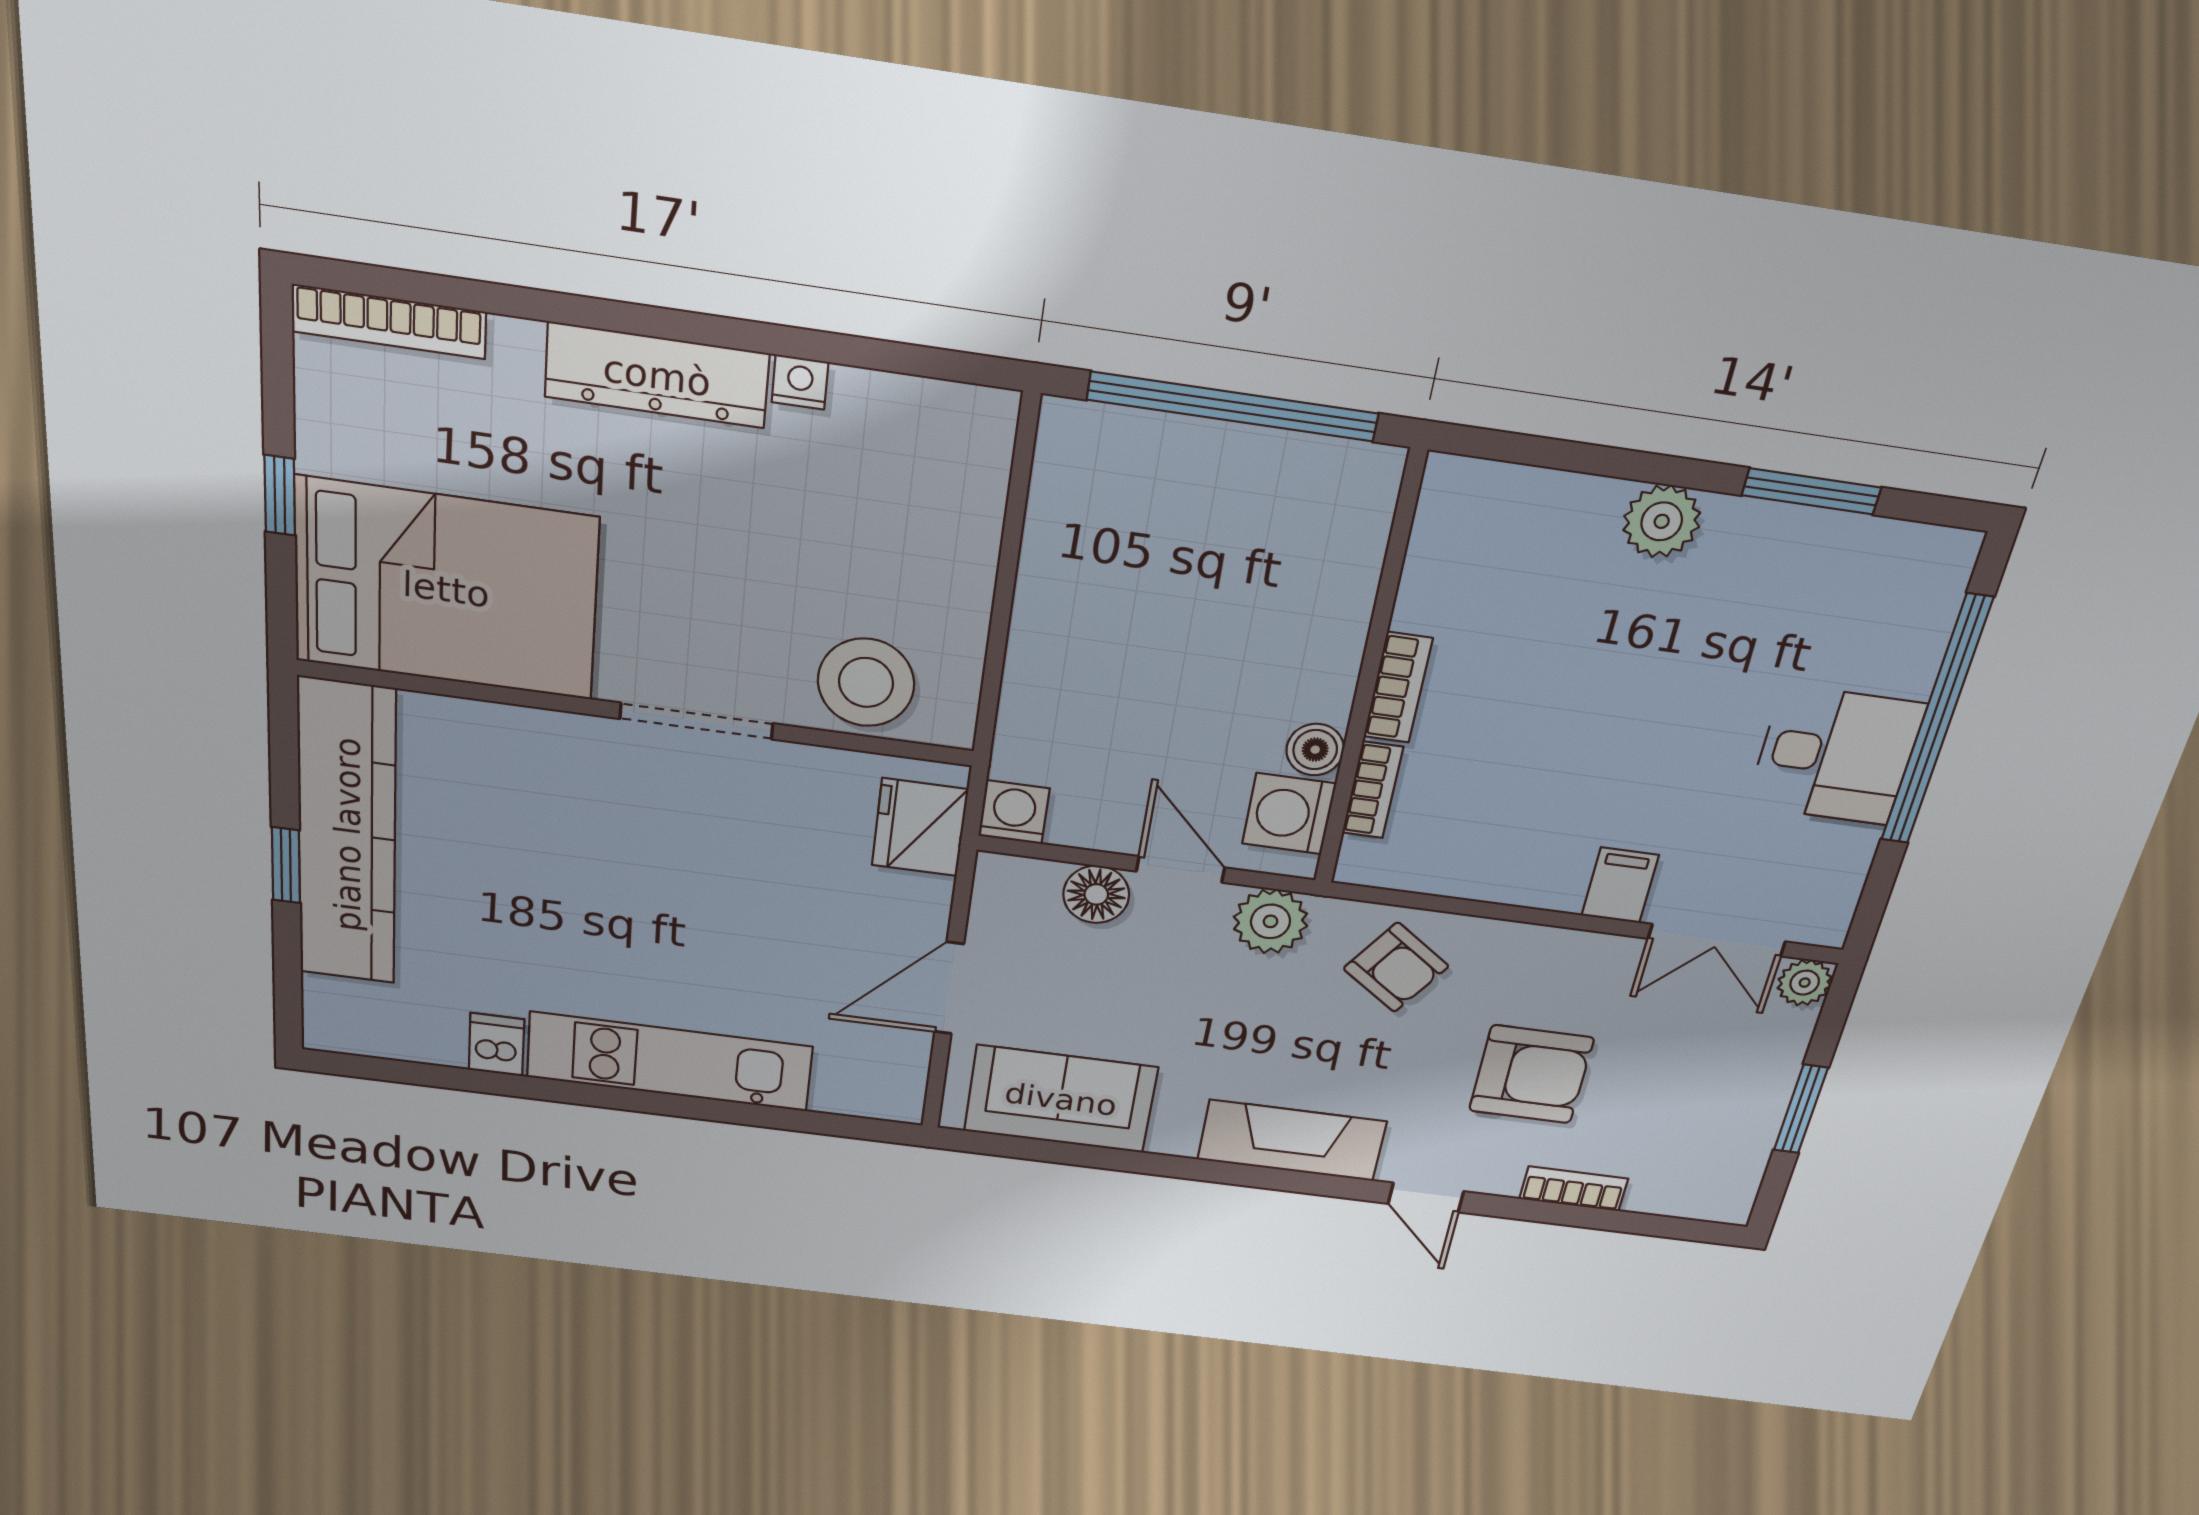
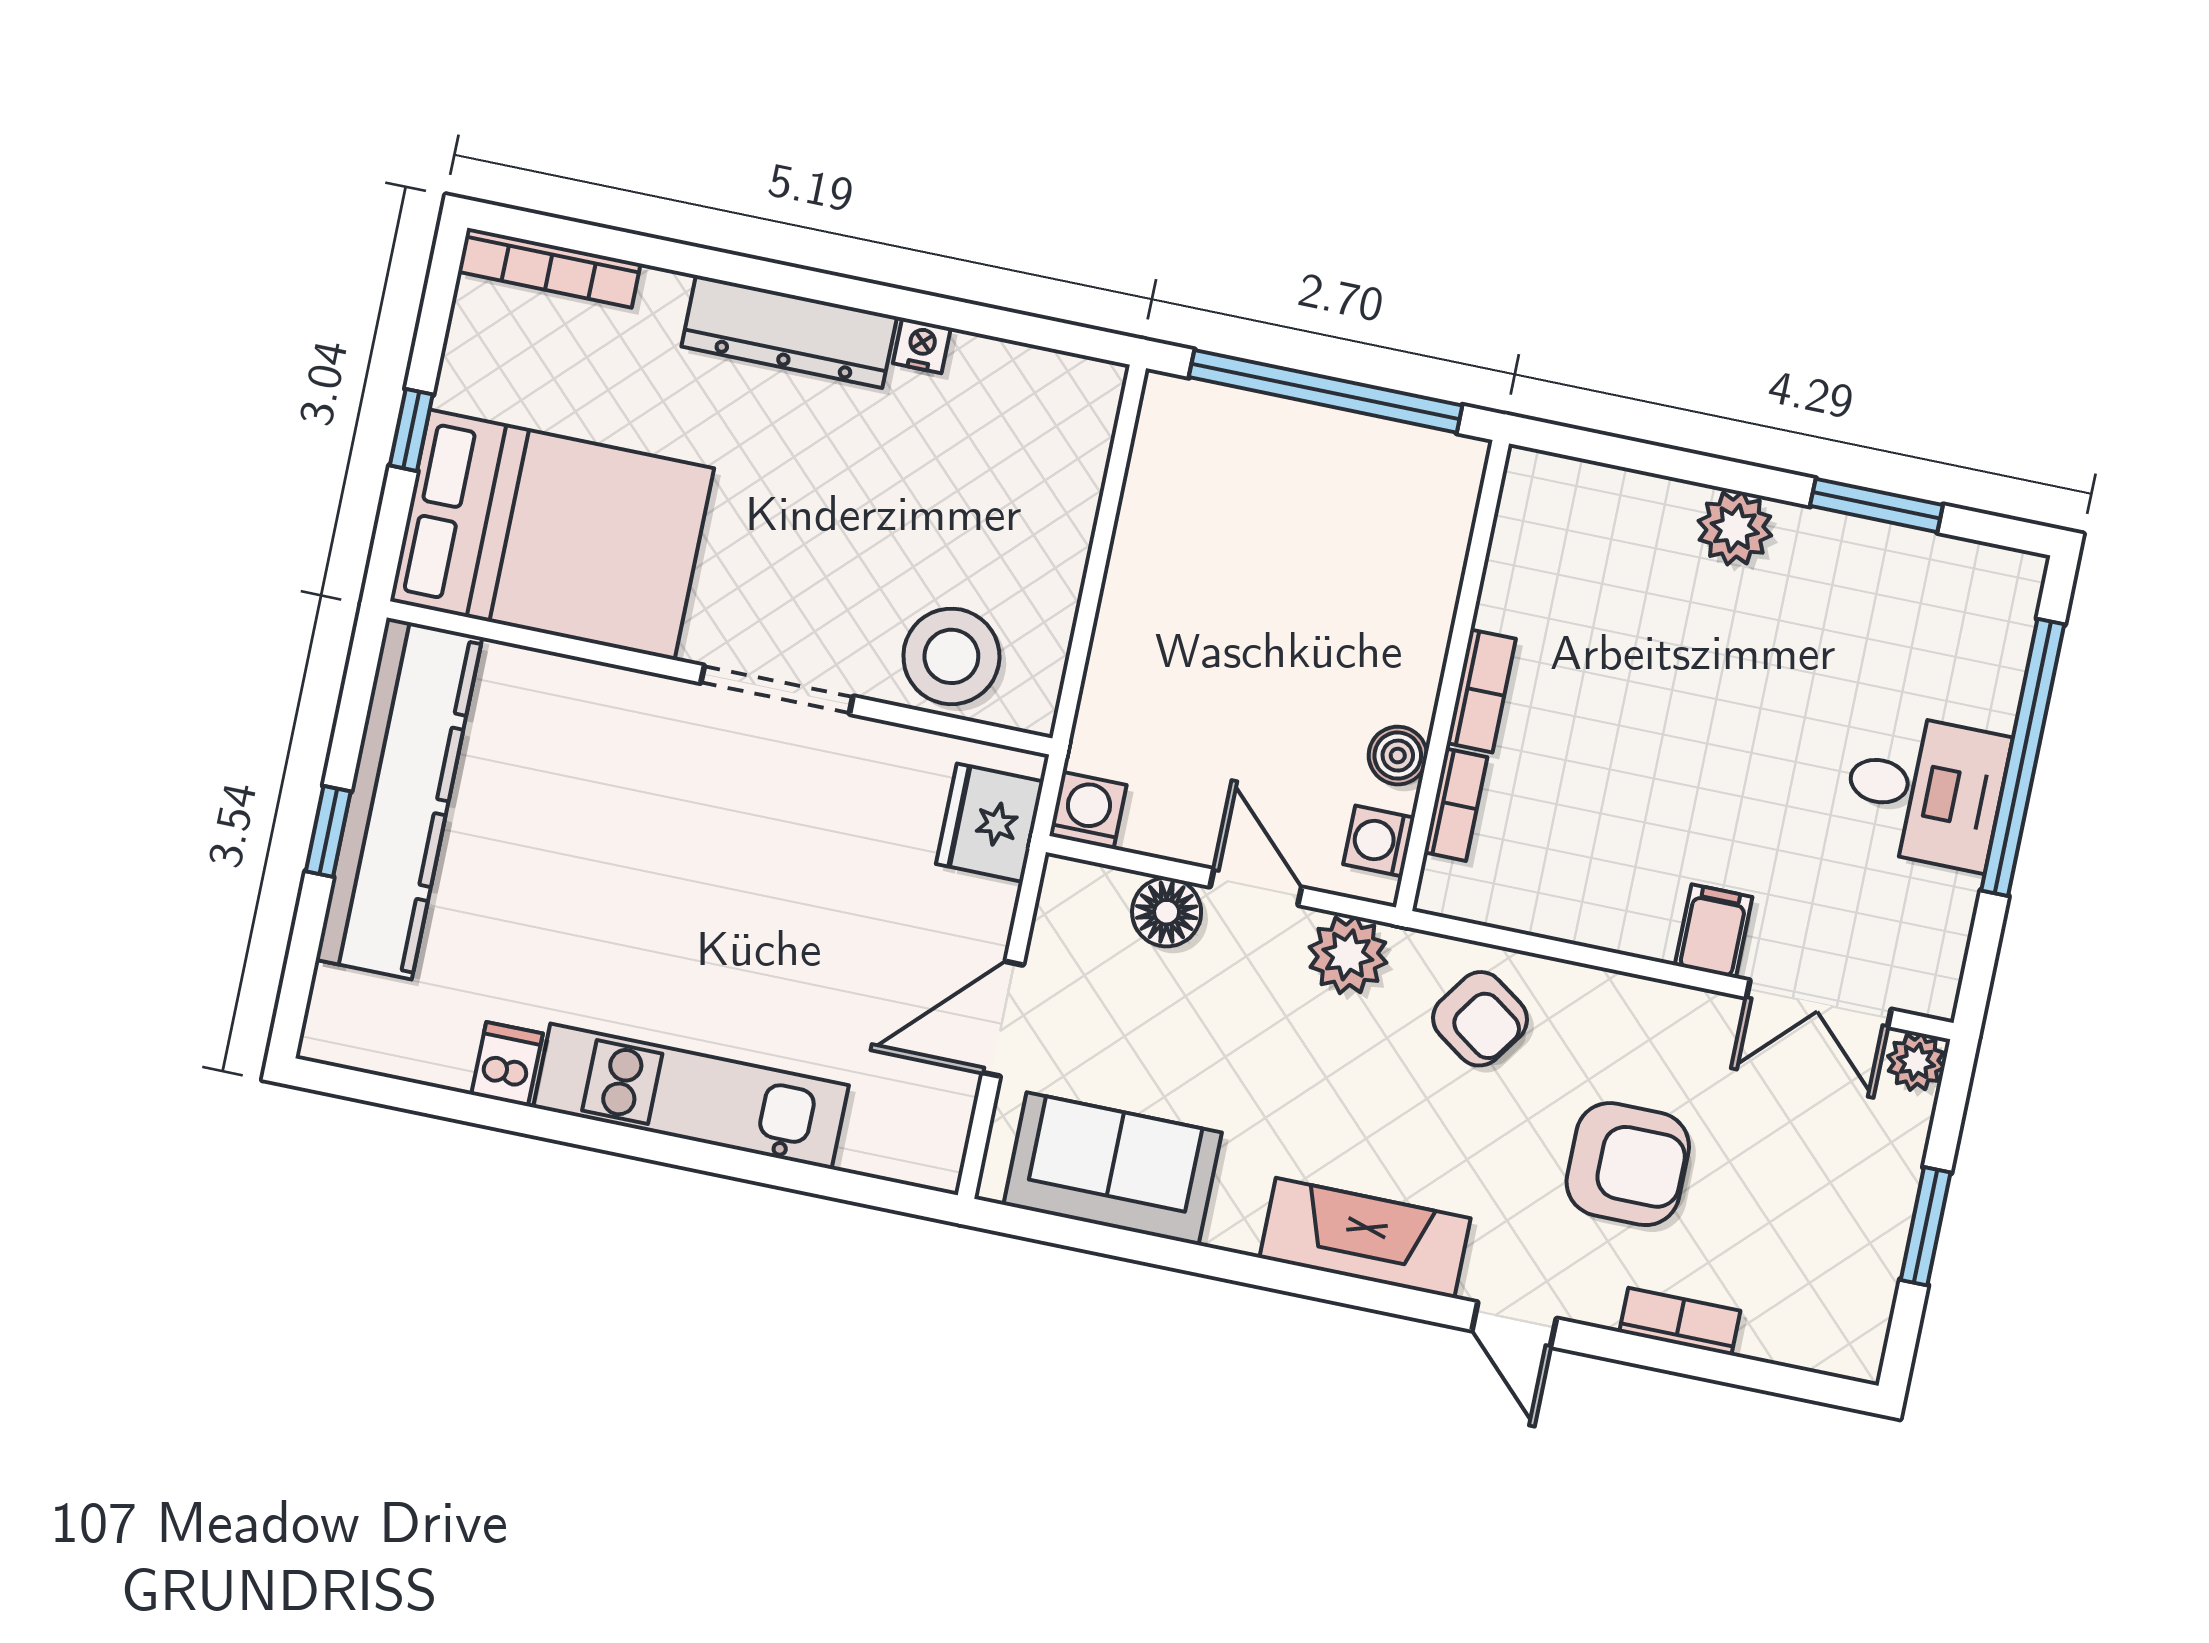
washing machine: (1289, 814) -> (1379, 841), width x0.73, depth x0.73

